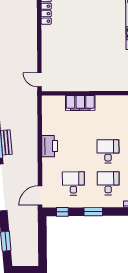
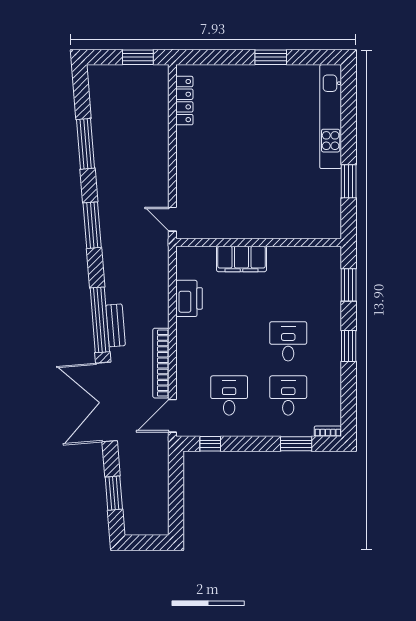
printer: (50, 146) -> (189, 298), moved
bookcase: (33, 165) -> (161, 363), added
window: (93, 212) -> (296, 444), moved

